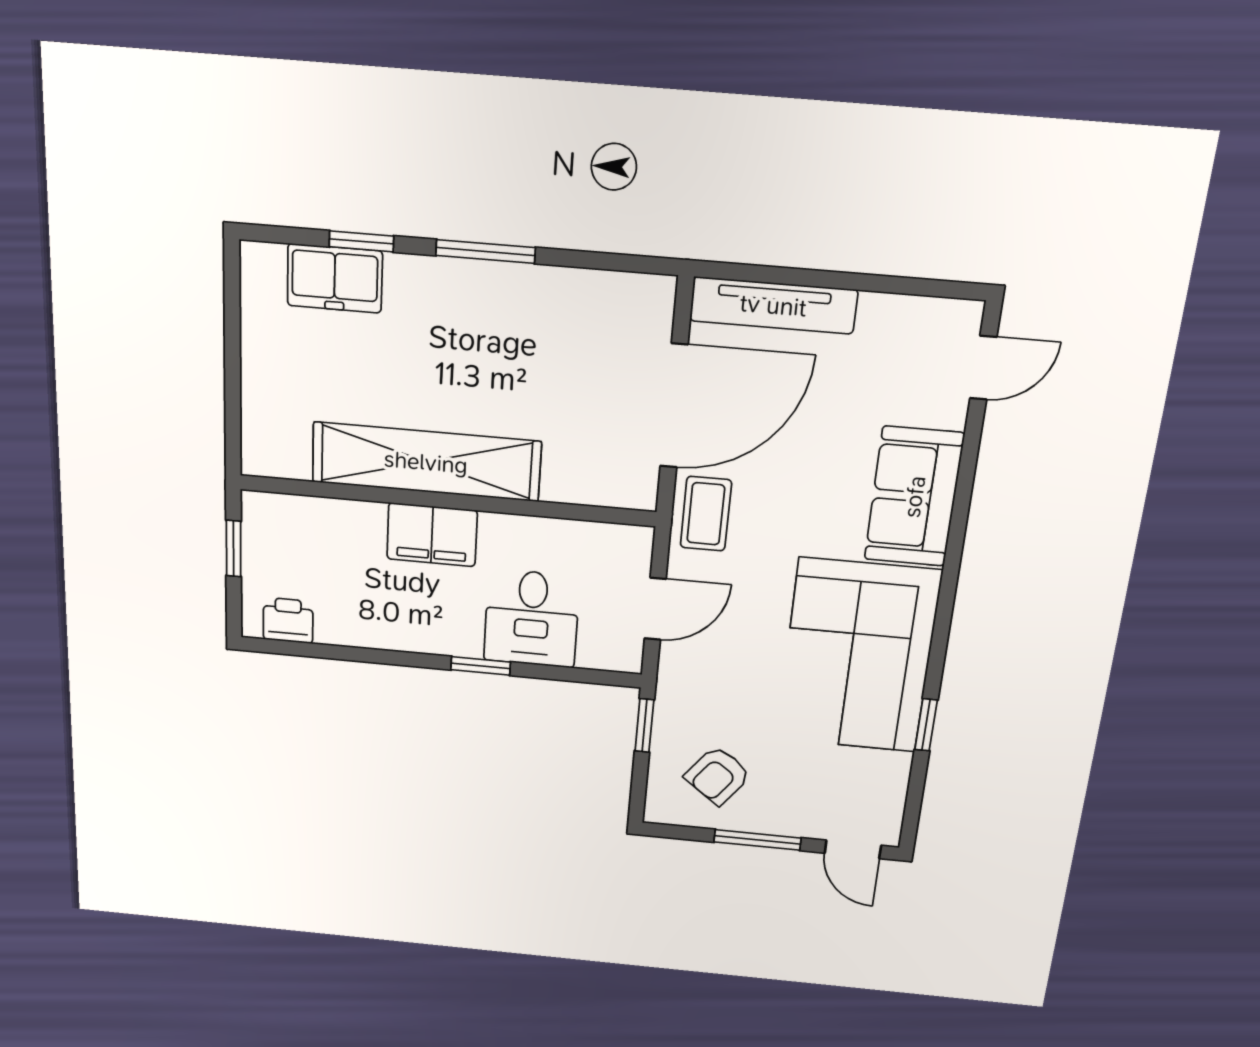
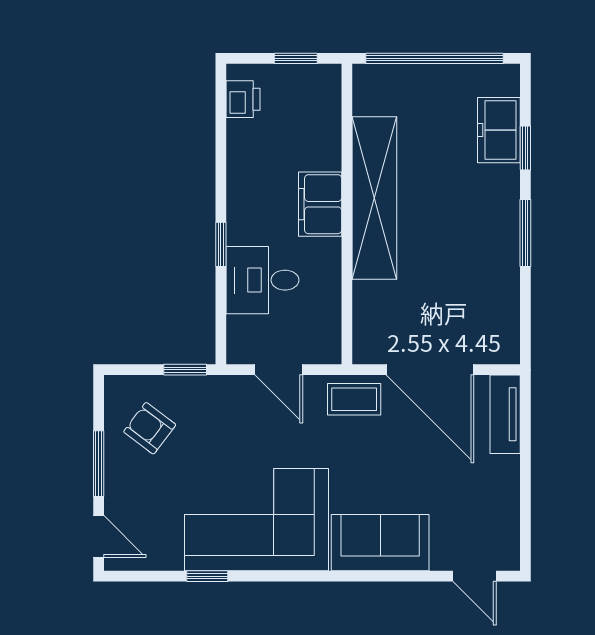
tv unit: (773, 305) -> (505, 414), width x0.71
window: (232, 362) -> (435, 58), added
door: (853, 849) -> (99, 536), swing flipped

